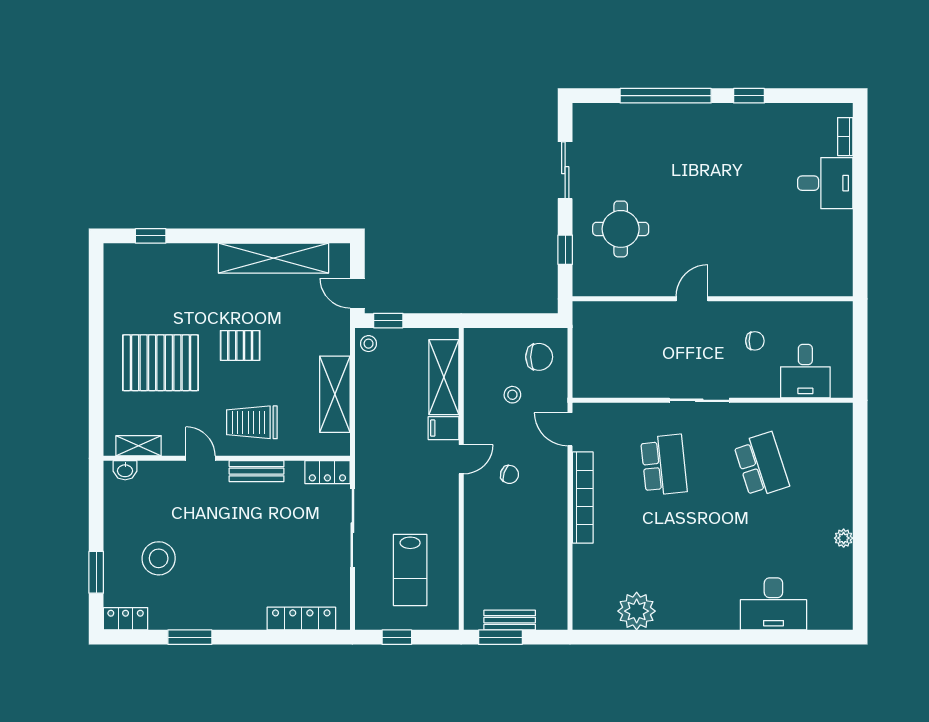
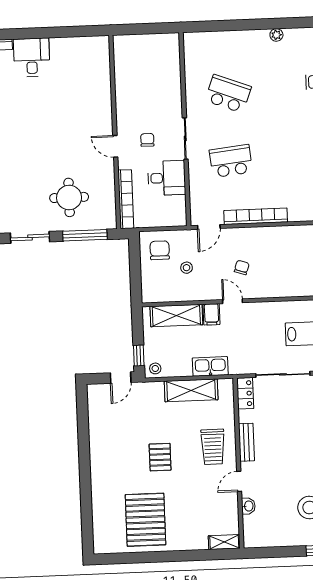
window: (151, 236) -> (87, 522), removed
window: (565, 250) -> (85, 235), width x2.17
shelving: (273, 258) -> (99, 436), removed
bookcase: (615, 311) -> (126, 199), added
chair: (755, 341) -> (147, 140), moved
pallet: (160, 363) -> (145, 520), moved
desk: (805, 371) -> (167, 178), moved
kitchen sink: (368, 423) -> (210, 366), added
shelving: (139, 446) -> (224, 542), moved, turned 90
school desk: (761, 465) -> (228, 94), turned 39
washbasin: (125, 470) -> (248, 506), moved

